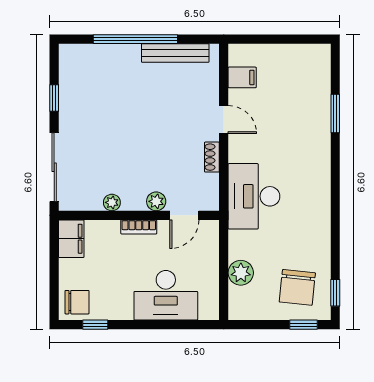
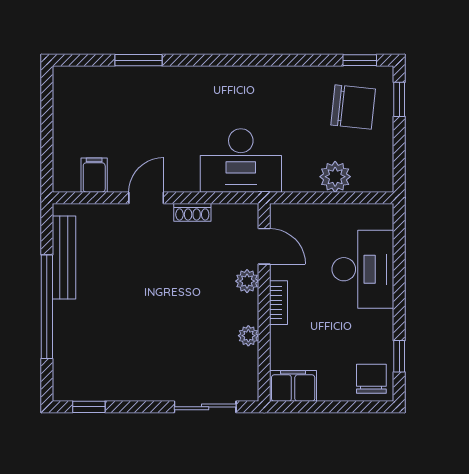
window: (54, 98) -> (89, 407), moved
sliding door: (54, 167) -> (205, 407), width x0.73

